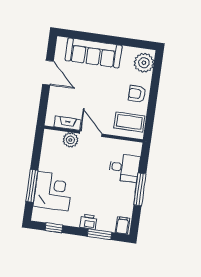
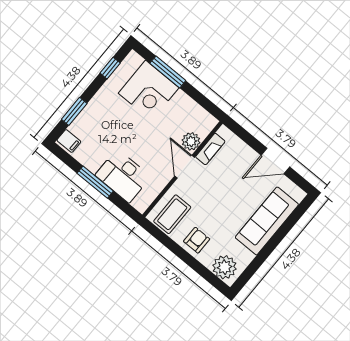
door: (91, 134) -> (184, 167), swing flipped
desk: (124, 168) -> (123, 176), width x1.37
printer: (88, 222) -> (94, 108), removed

